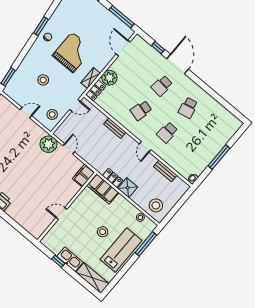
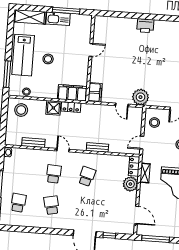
school desk: (162, 86) -> (18, 203), moved
window: (58, 261) -> (66, 11), width x2.17

